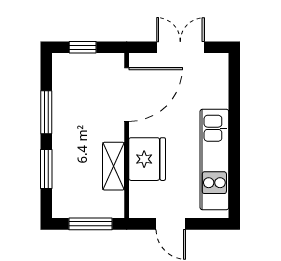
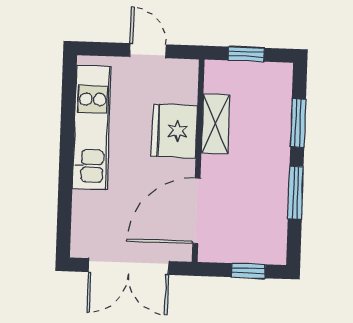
double door: (180, 47) -> (129, 267), width x1.37
window: (90, 224) -> (246, 54), width x0.67

